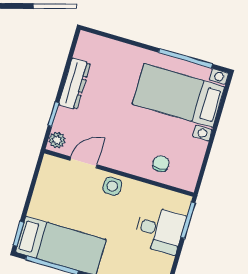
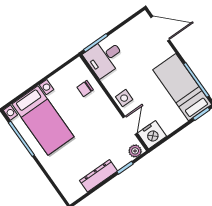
door: (83, 163) -> (130, 125), swing flipped
nightstand: (53, 171) -> (152, 135), added
desk: (160, 230) -> (104, 57), moved, turned -90

